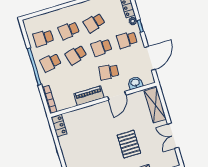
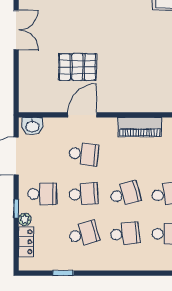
washbasin: (135, 83) -> (32, 126), moved
piano: (89, 96) -> (140, 127), moved
shelving: (155, 105) -> (29, 84), removed
pallet: (129, 144) -> (77, 67), moved, turned 90

